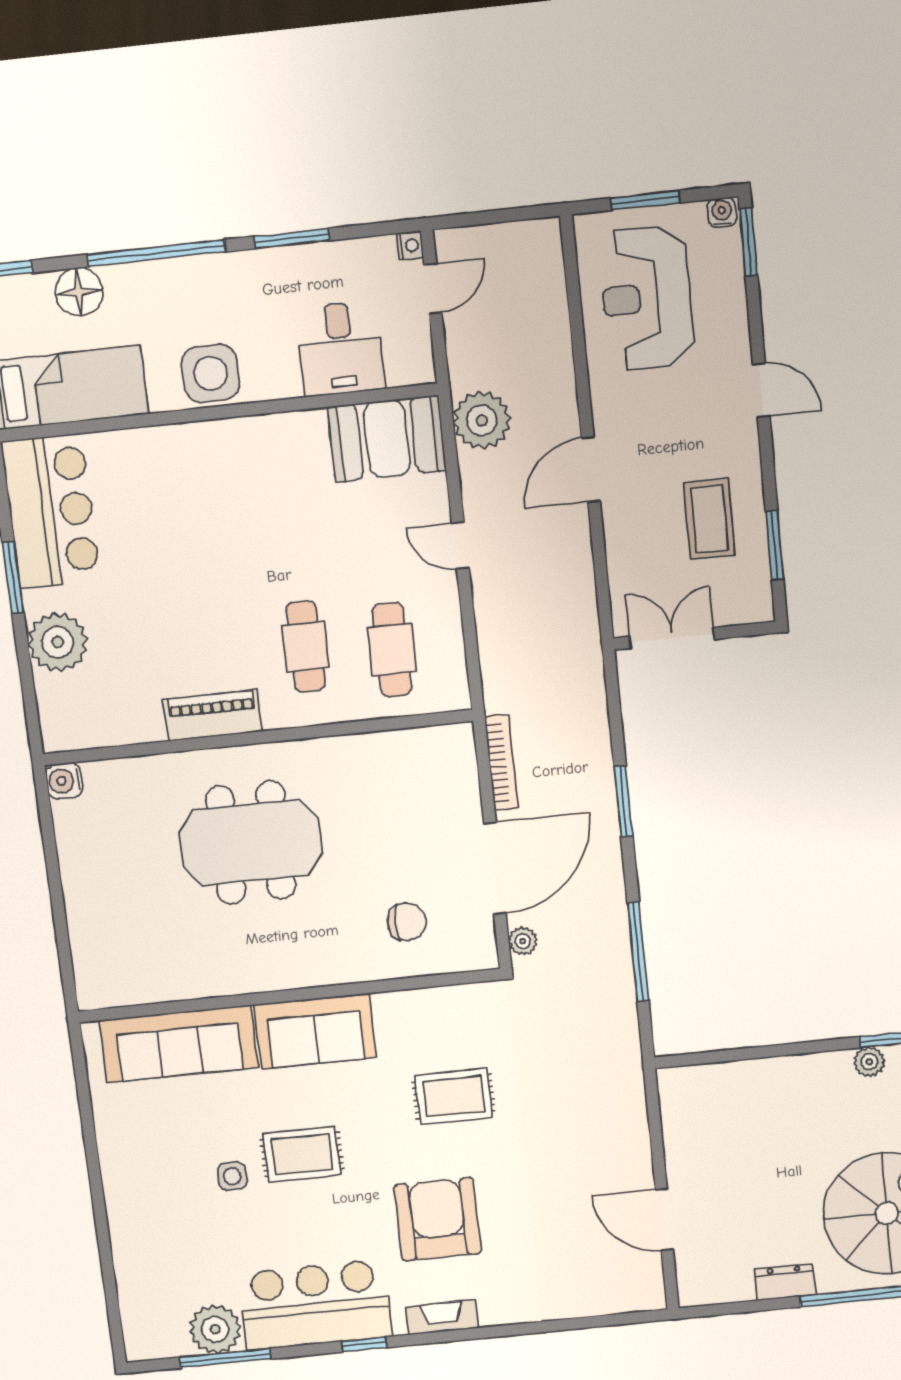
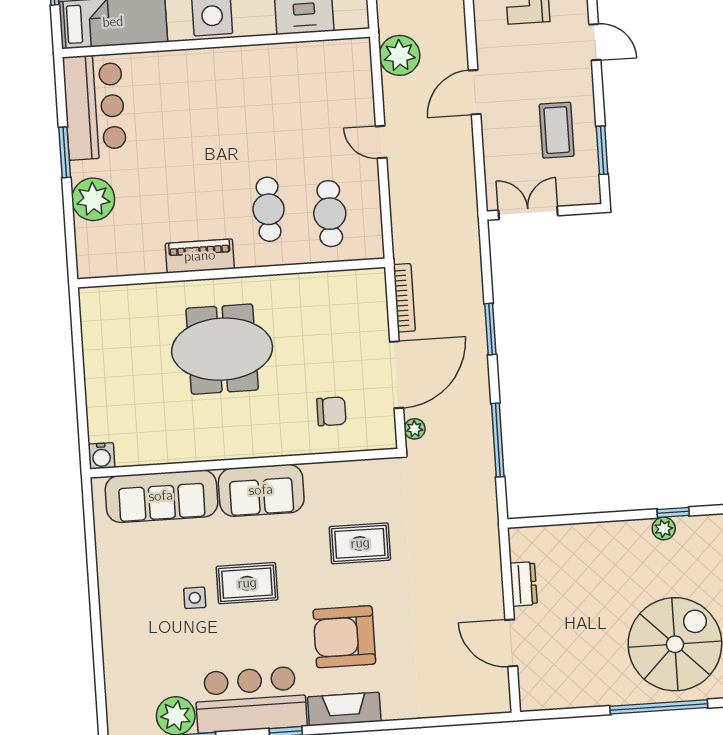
booth: (387, 439) -> (333, 65), removed
water cooler: (64, 781) -> (101, 456), moved, turned -90
armchair: (438, 1219) -> (344, 637), turned -90
dresser: (785, 1282) -> (524, 584), moved, turned 90
fireplace: (442, 1317) -> (344, 709), width x1.37, depth x1.32

